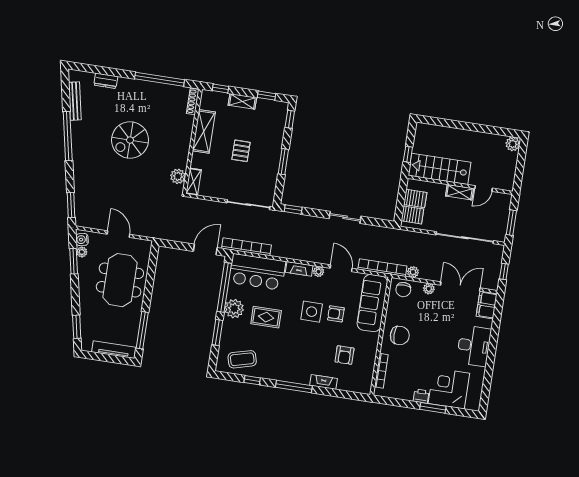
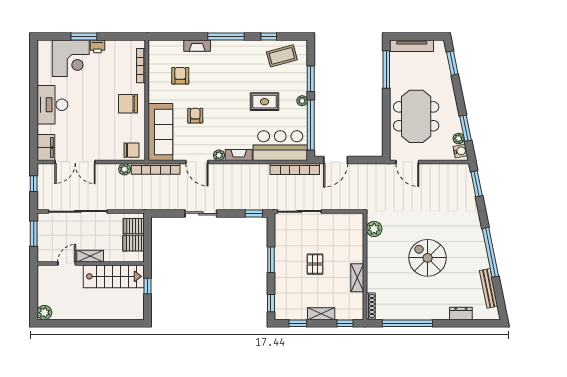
shelving: (204, 131) -> (357, 278), width x0.67, depth x0.75
spiral stairs: (130, 140) -> (428, 258), turned -90
shelving: (194, 182) -> (358, 226), removed
door: (118, 234) -> (407, 162), moved
plant: (429, 289) -> (106, 155), removed
chair: (403, 290) -> (131, 150), turned 90
plant: (234, 309) -> (302, 101), width x0.53, depth x0.53
side table: (312, 312) -> (220, 114), removed
armchair: (336, 314) -> (195, 116), turned -90

